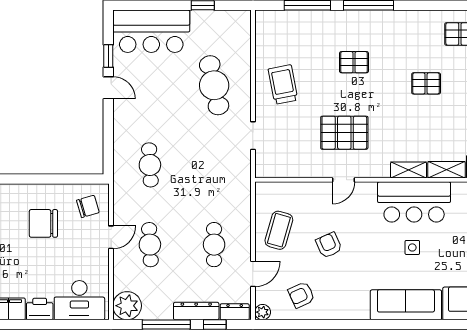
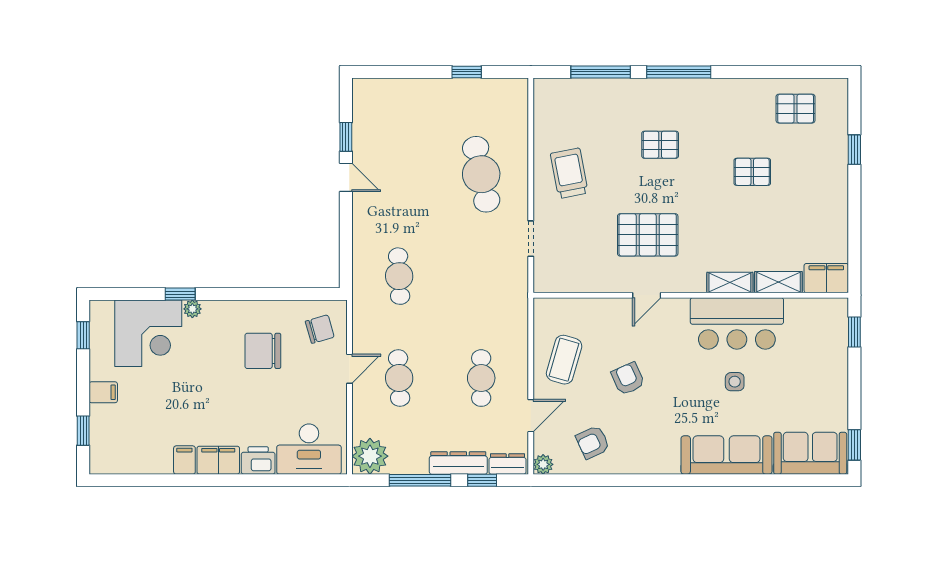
bar counter: (151, 31) -> (401, 105), removed

